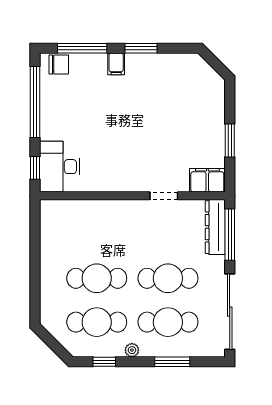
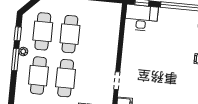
window: (172, 362) -> (15, 60), moved

